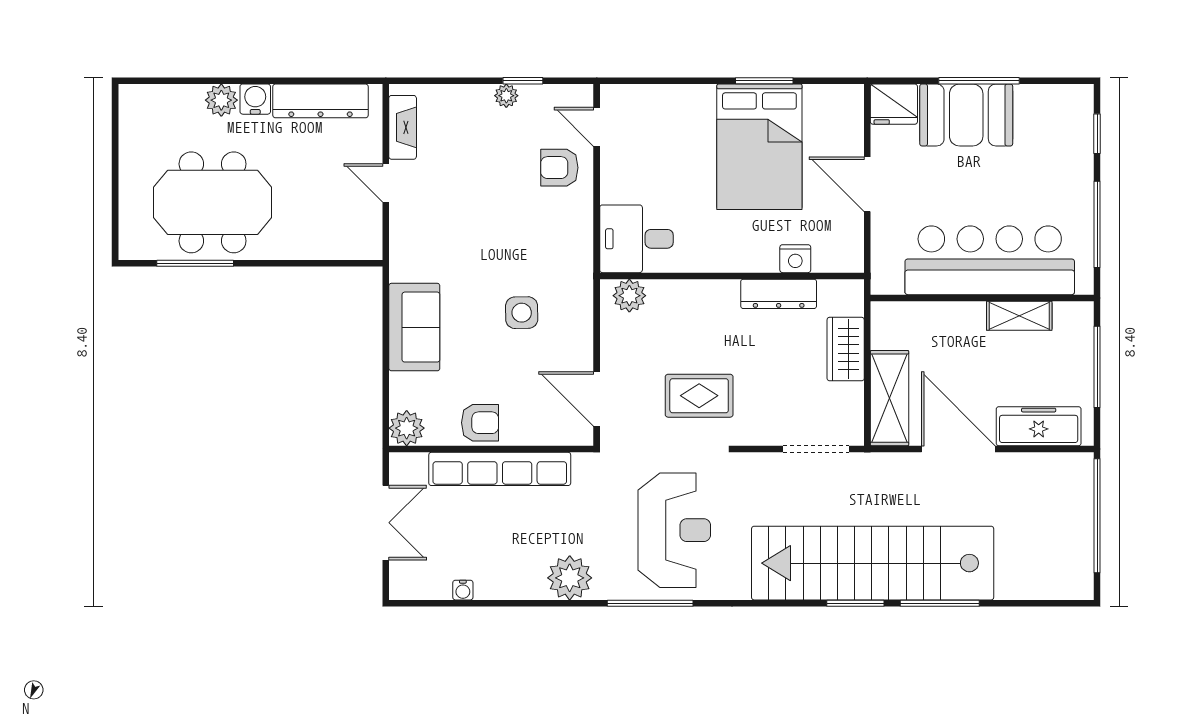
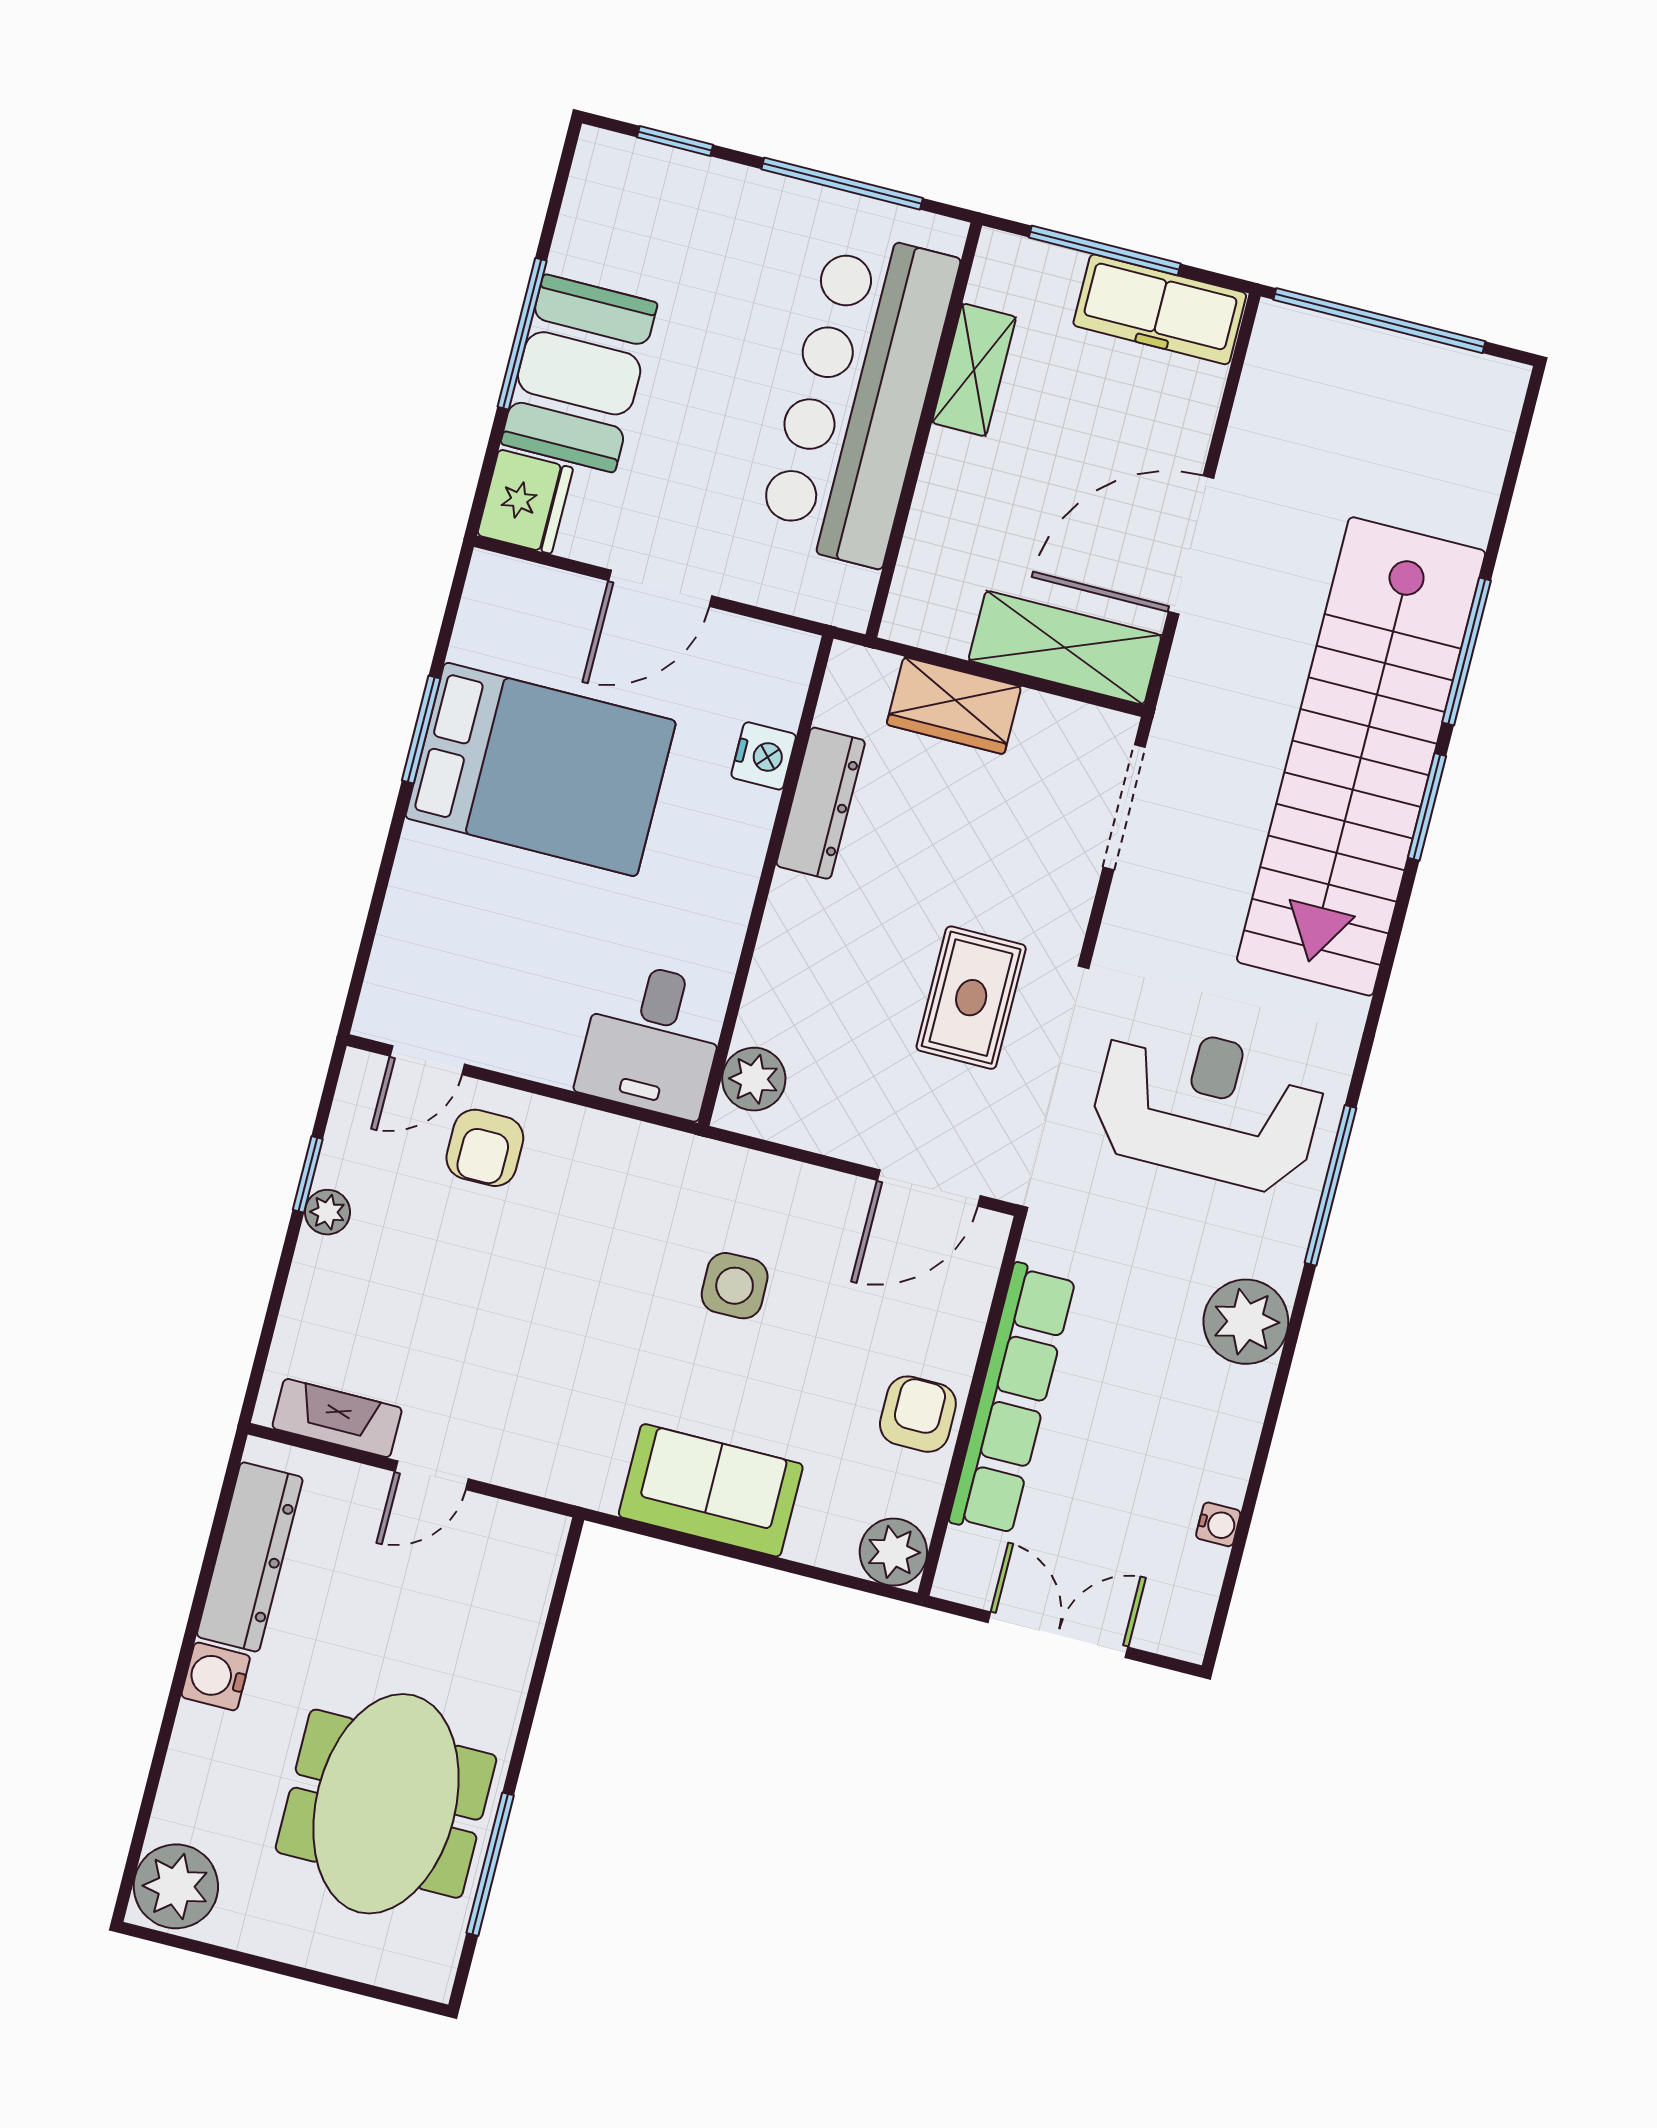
plant: (221, 100) -> (176, 1886), moved, width x1.36, depth x1.36
freezer: (1039, 426) -> (1160, 309), moved, turned -90

